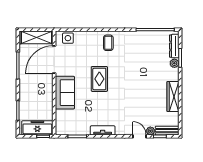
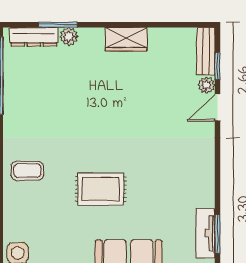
wardrobe: (173, 97) -> (126, 39), width x0.67
tv unit: (103, 130) -> (205, 233), moved

